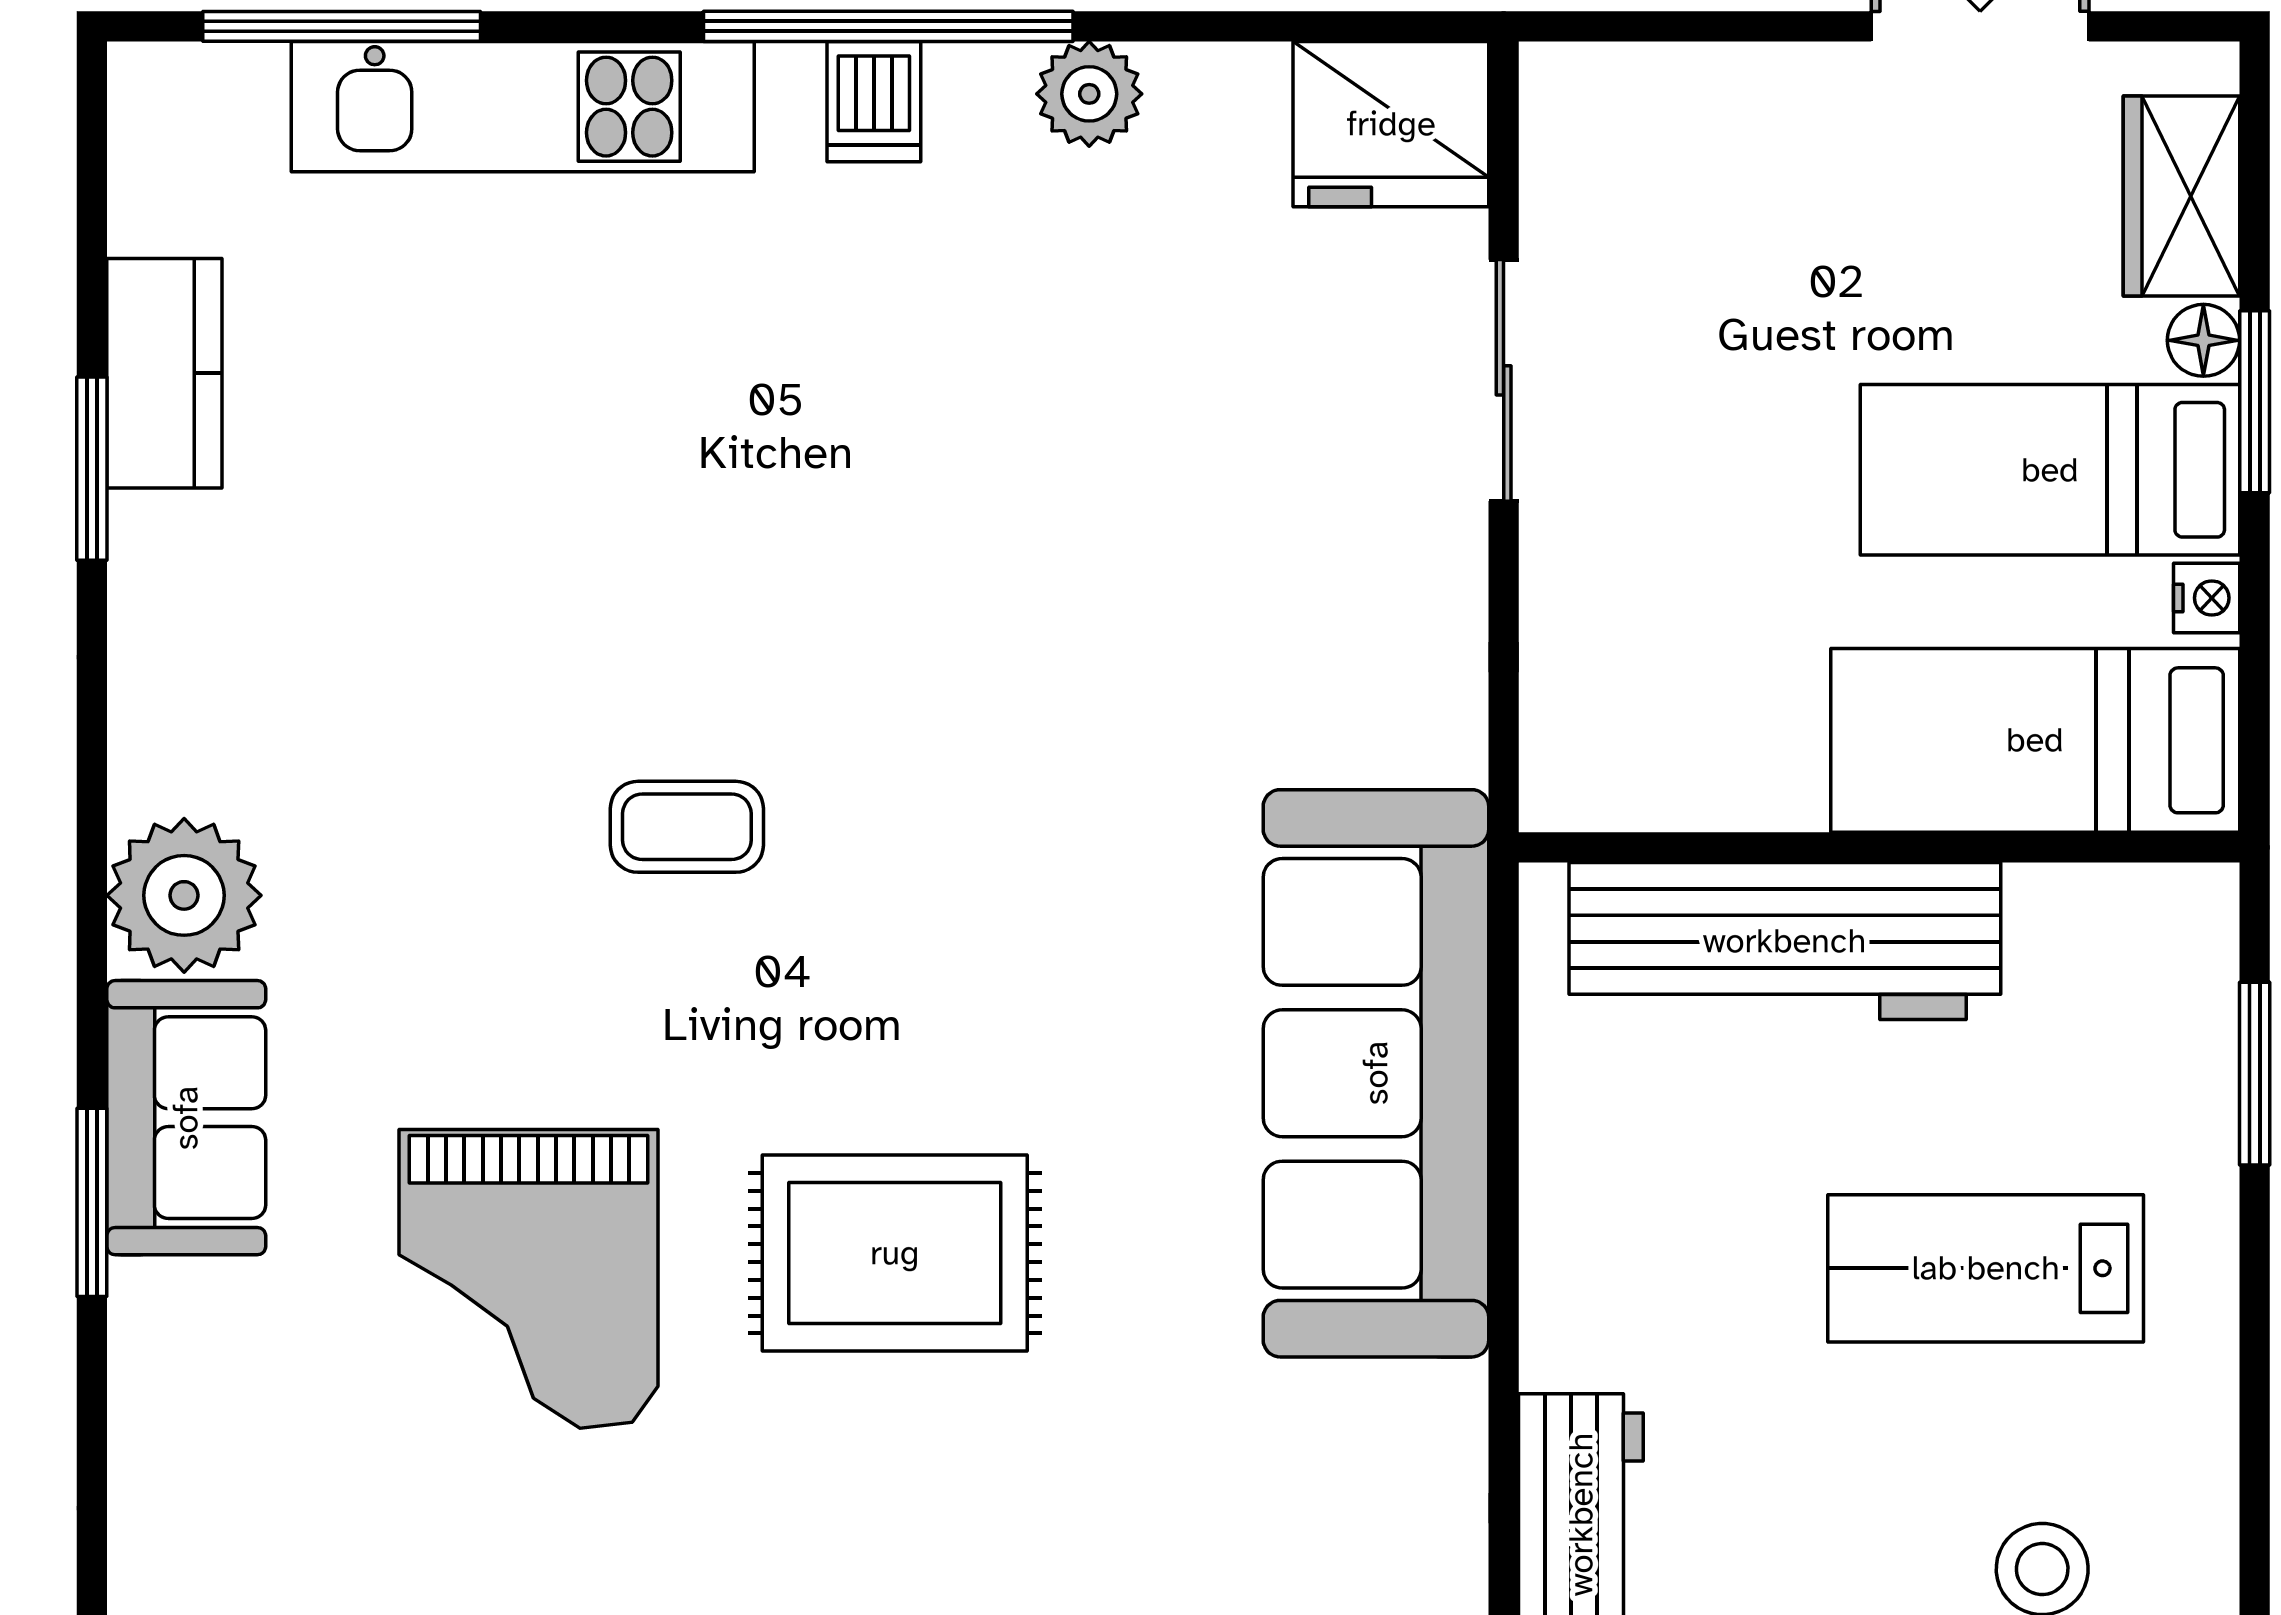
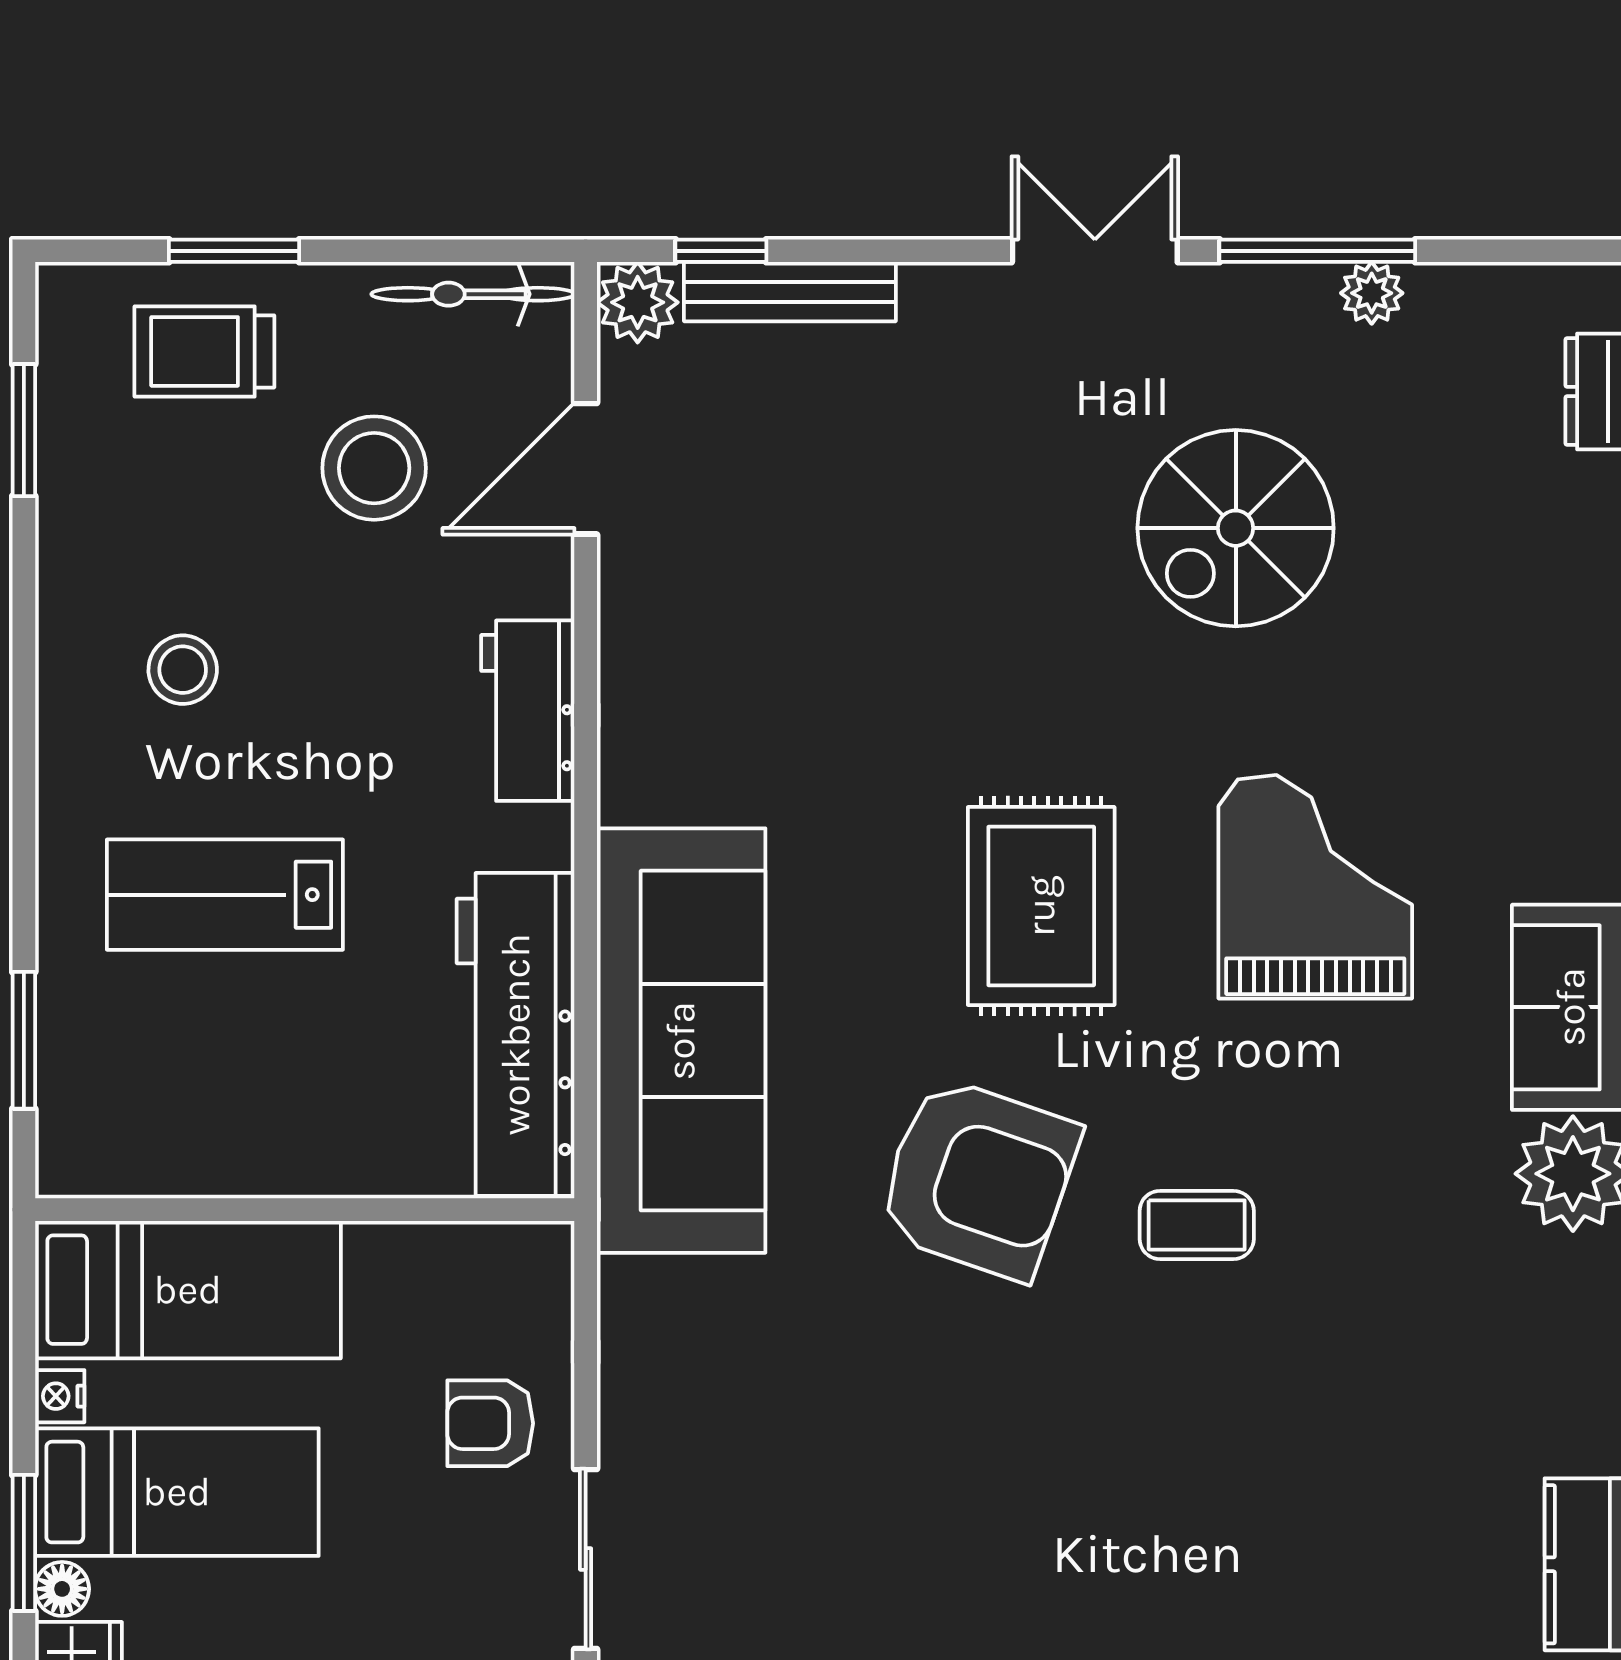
armchair: (1631, 562) -> (490, 1423), added
armchair: (979, 889) -> (978, 1178), added
workbench: (1785, 941) -> (516, 1034), moved, turned -90
rug: (895, 1253) -> (1041, 906), turned 90
lab bench: (1986, 1268) -> (225, 895), turned 180

